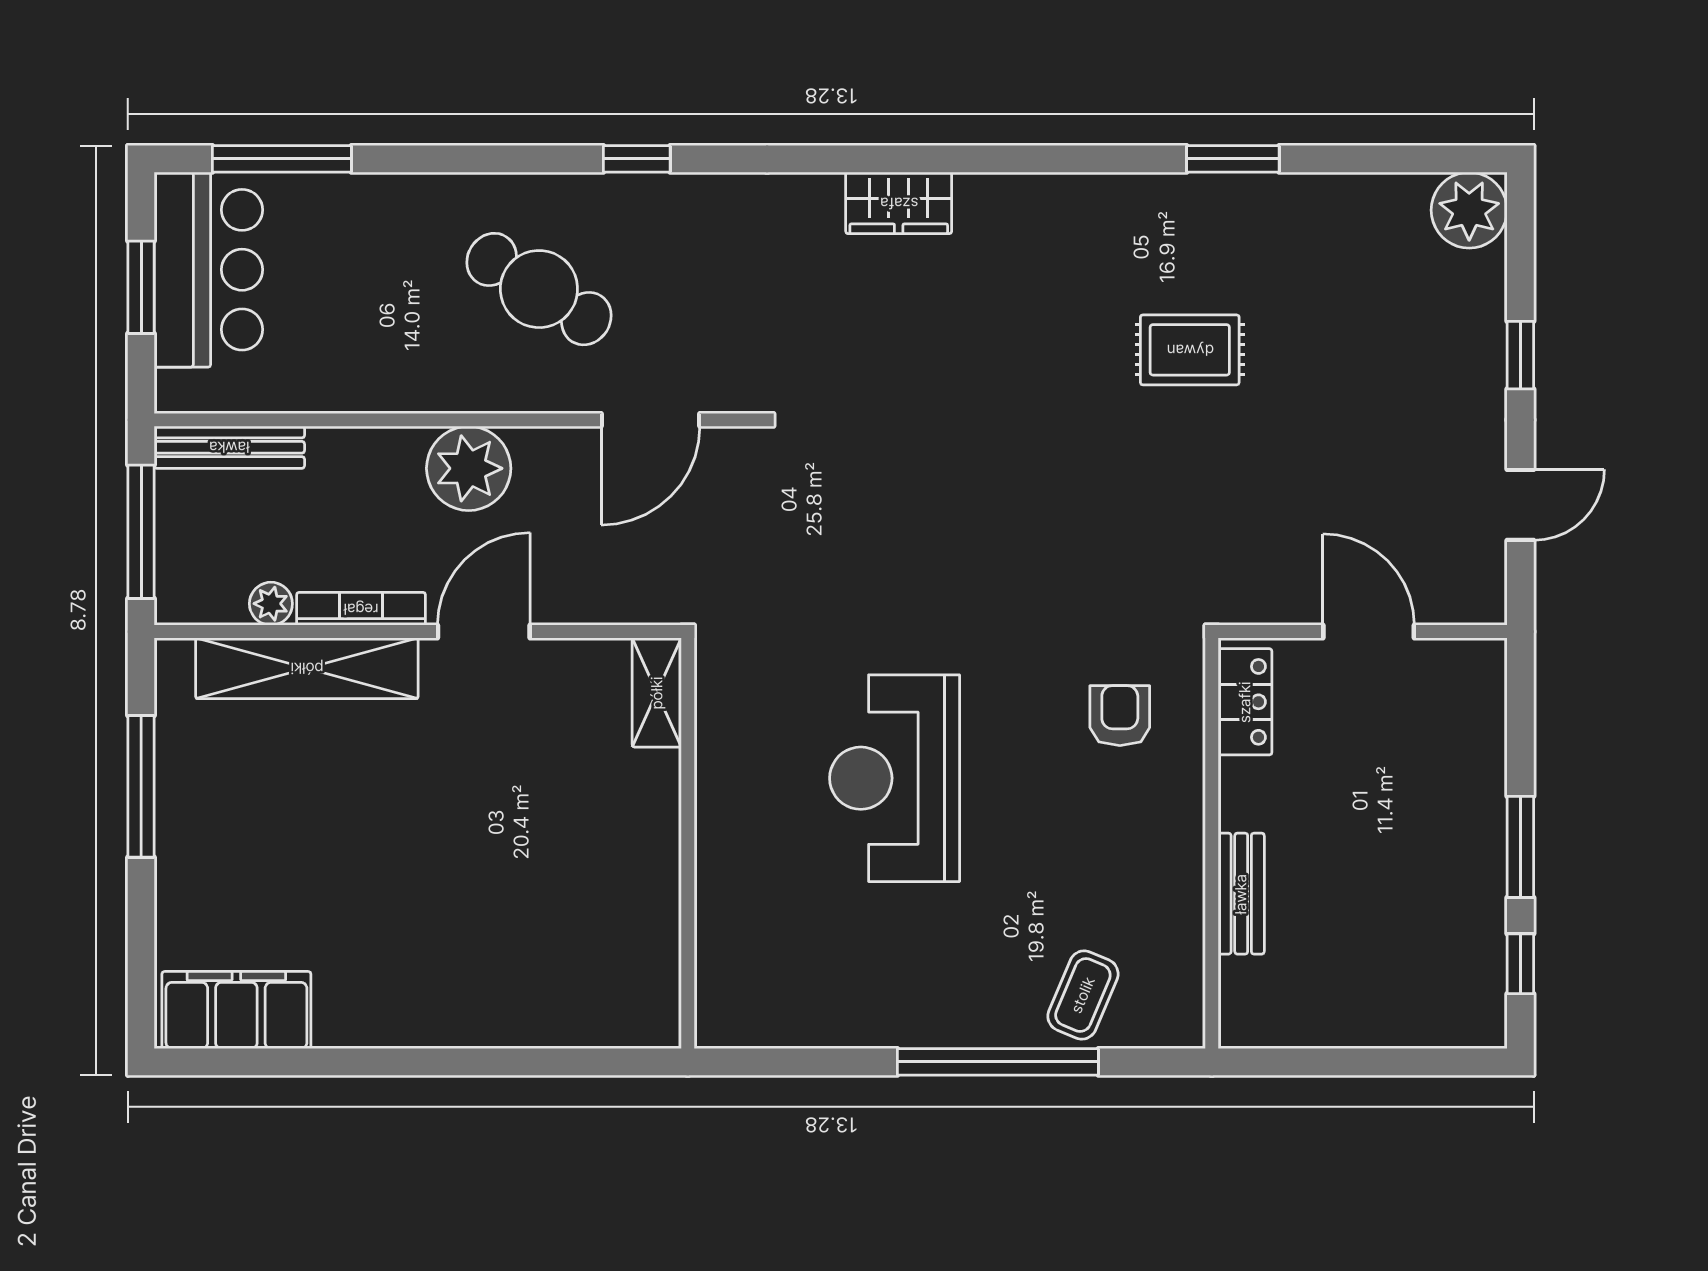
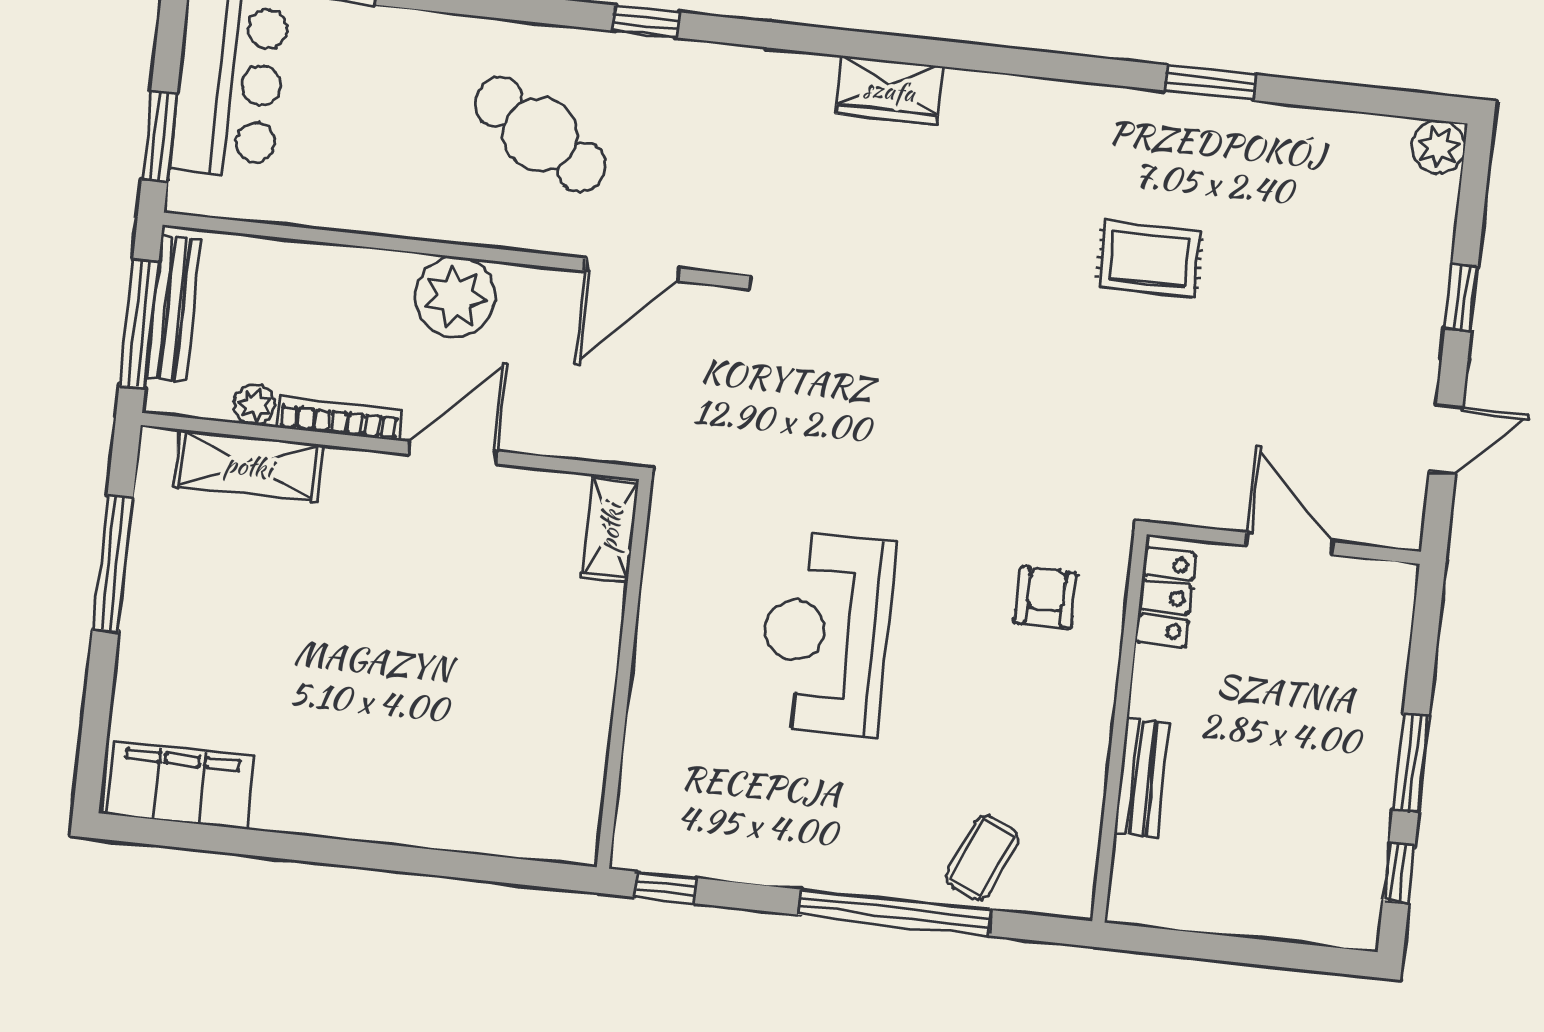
plant: (1469, 210) -> (1438, 147), width x0.73, depth x0.73
window: (141, 287) -> (159, 136), moved
bench: (229, 447) -> (173, 308), moved, turned 90
shelving: (307, 668) -> (248, 466), width x0.68
window: (755, 1062) -> (665, 887), added

